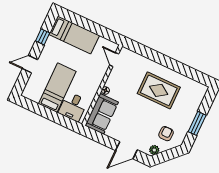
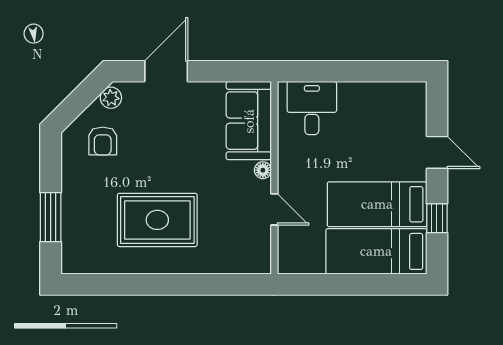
door: (114, 60) -> (274, 209), moved
door: (30, 64) -> (437, 152), hinge flipped
bed: (57, 88) -> (377, 204), moved, turned 90
window: (197, 123) -> (51, 217), moved

